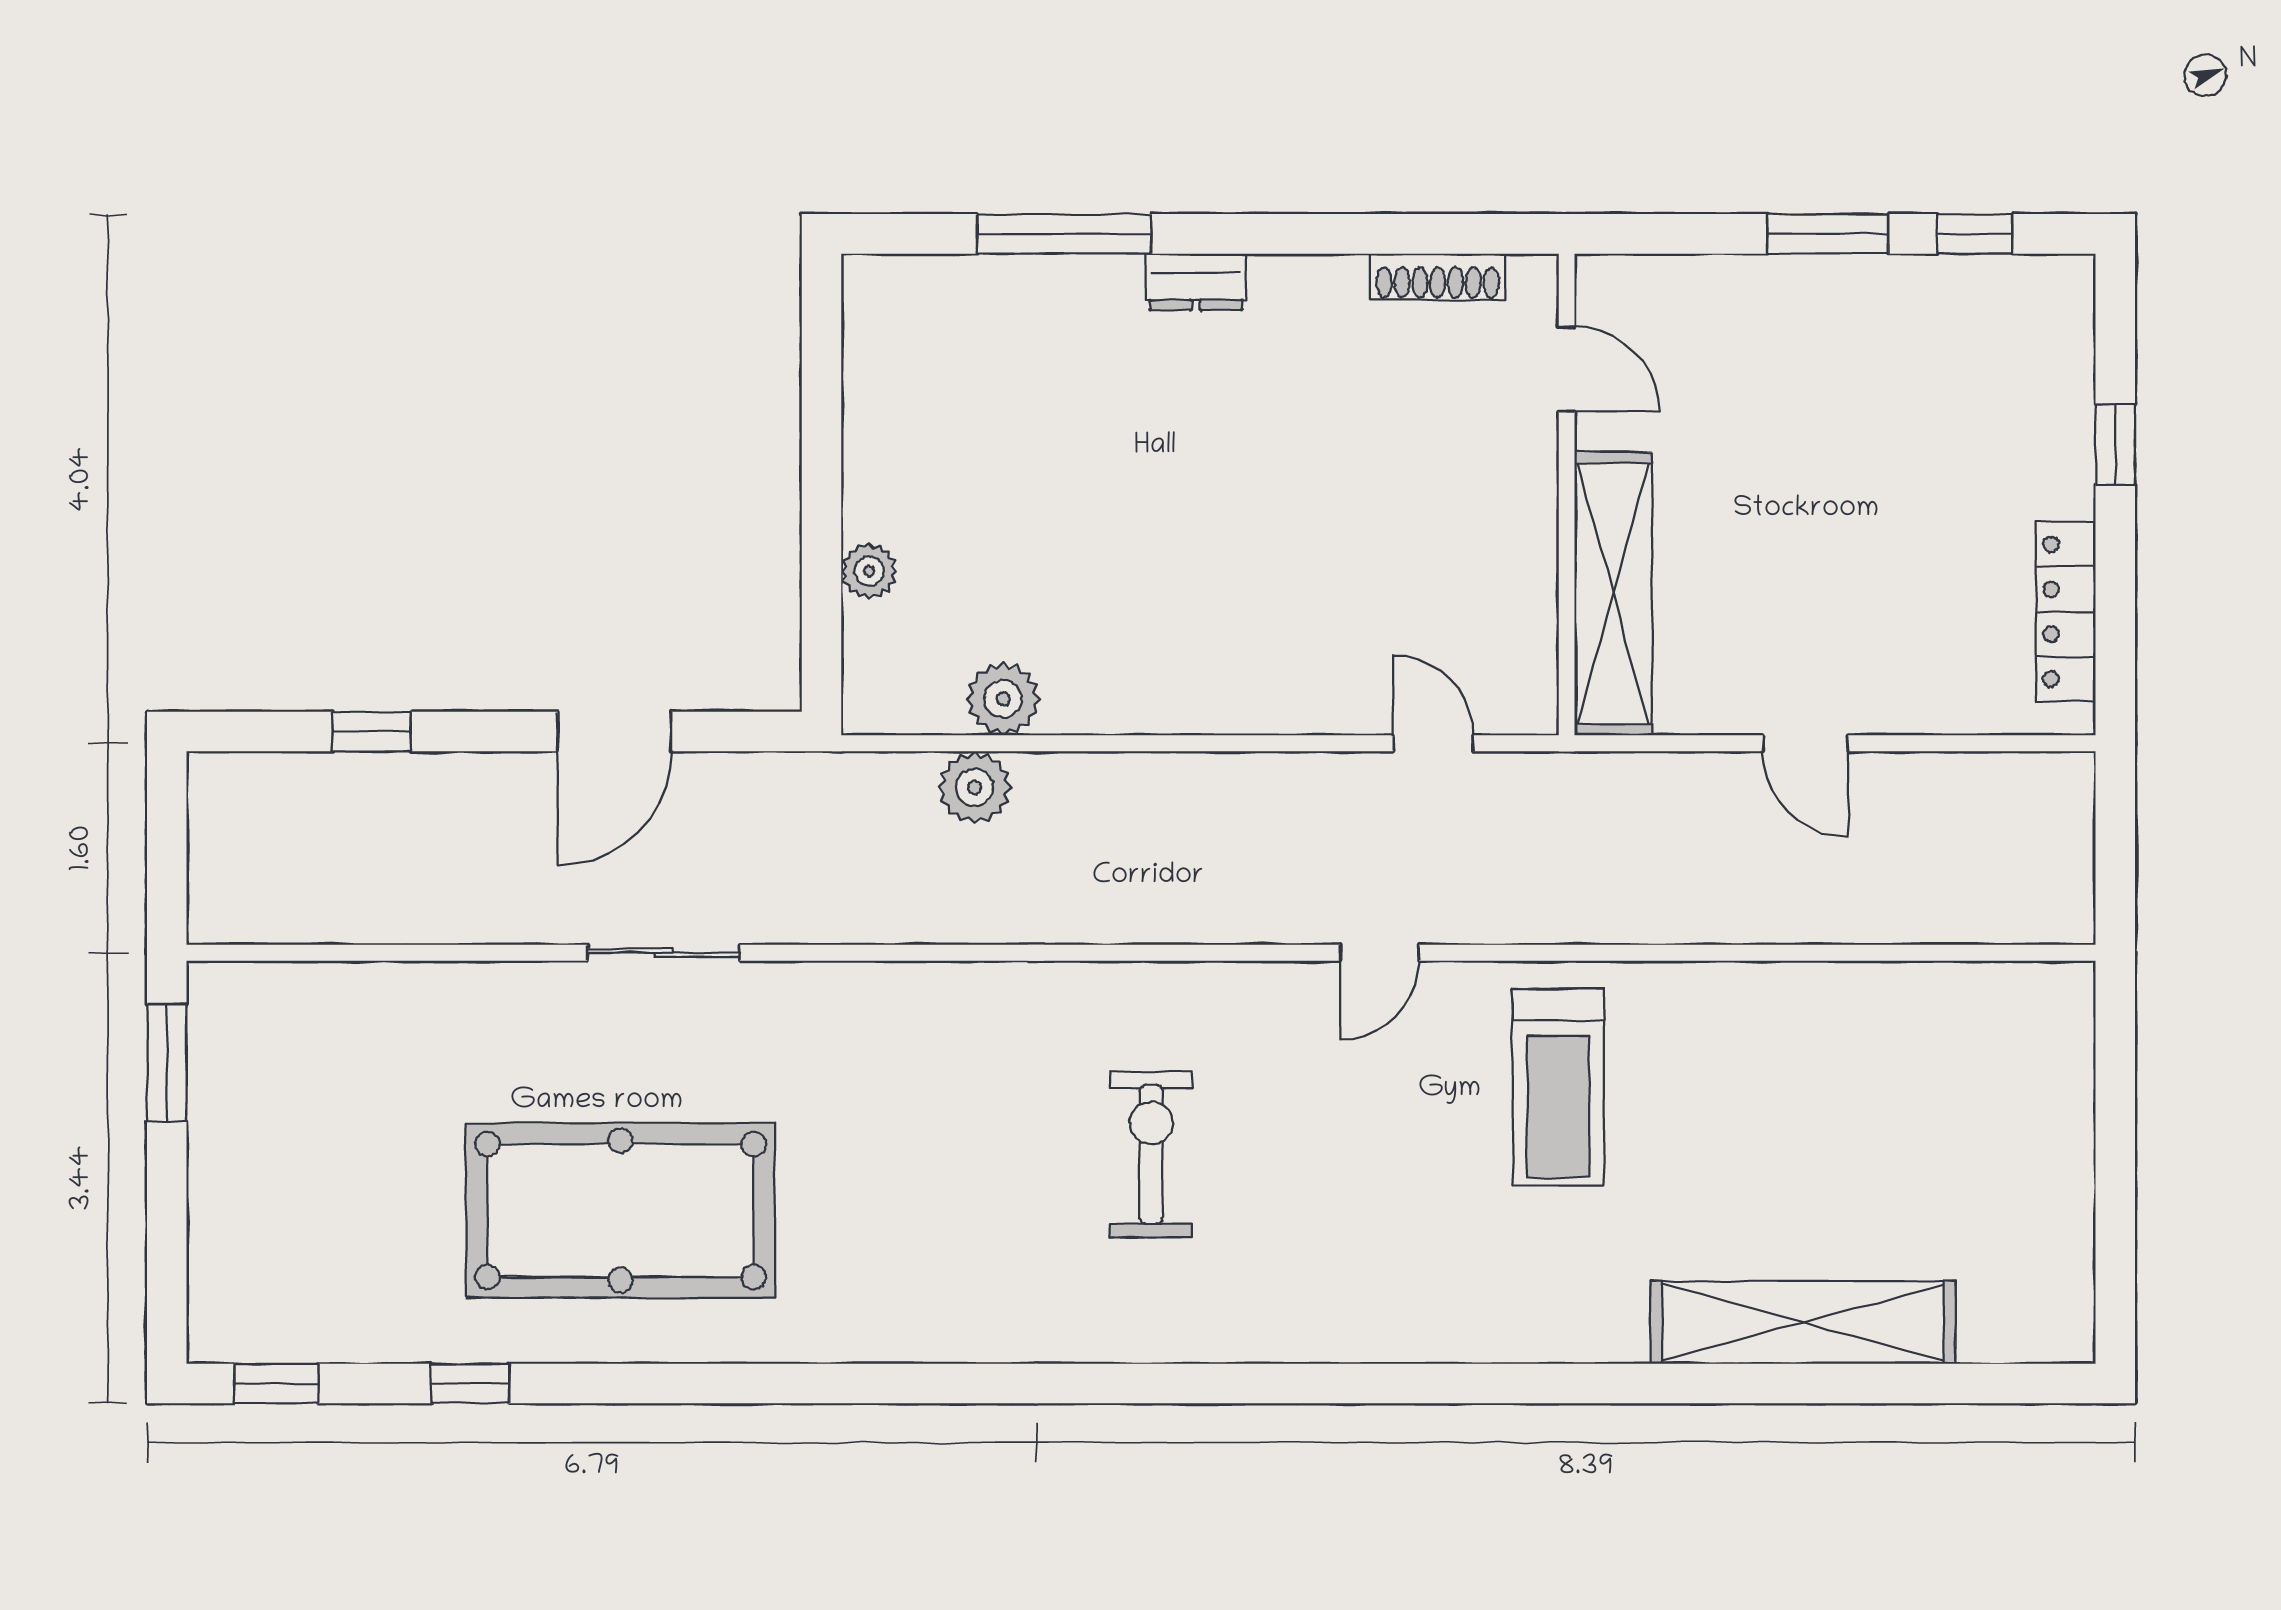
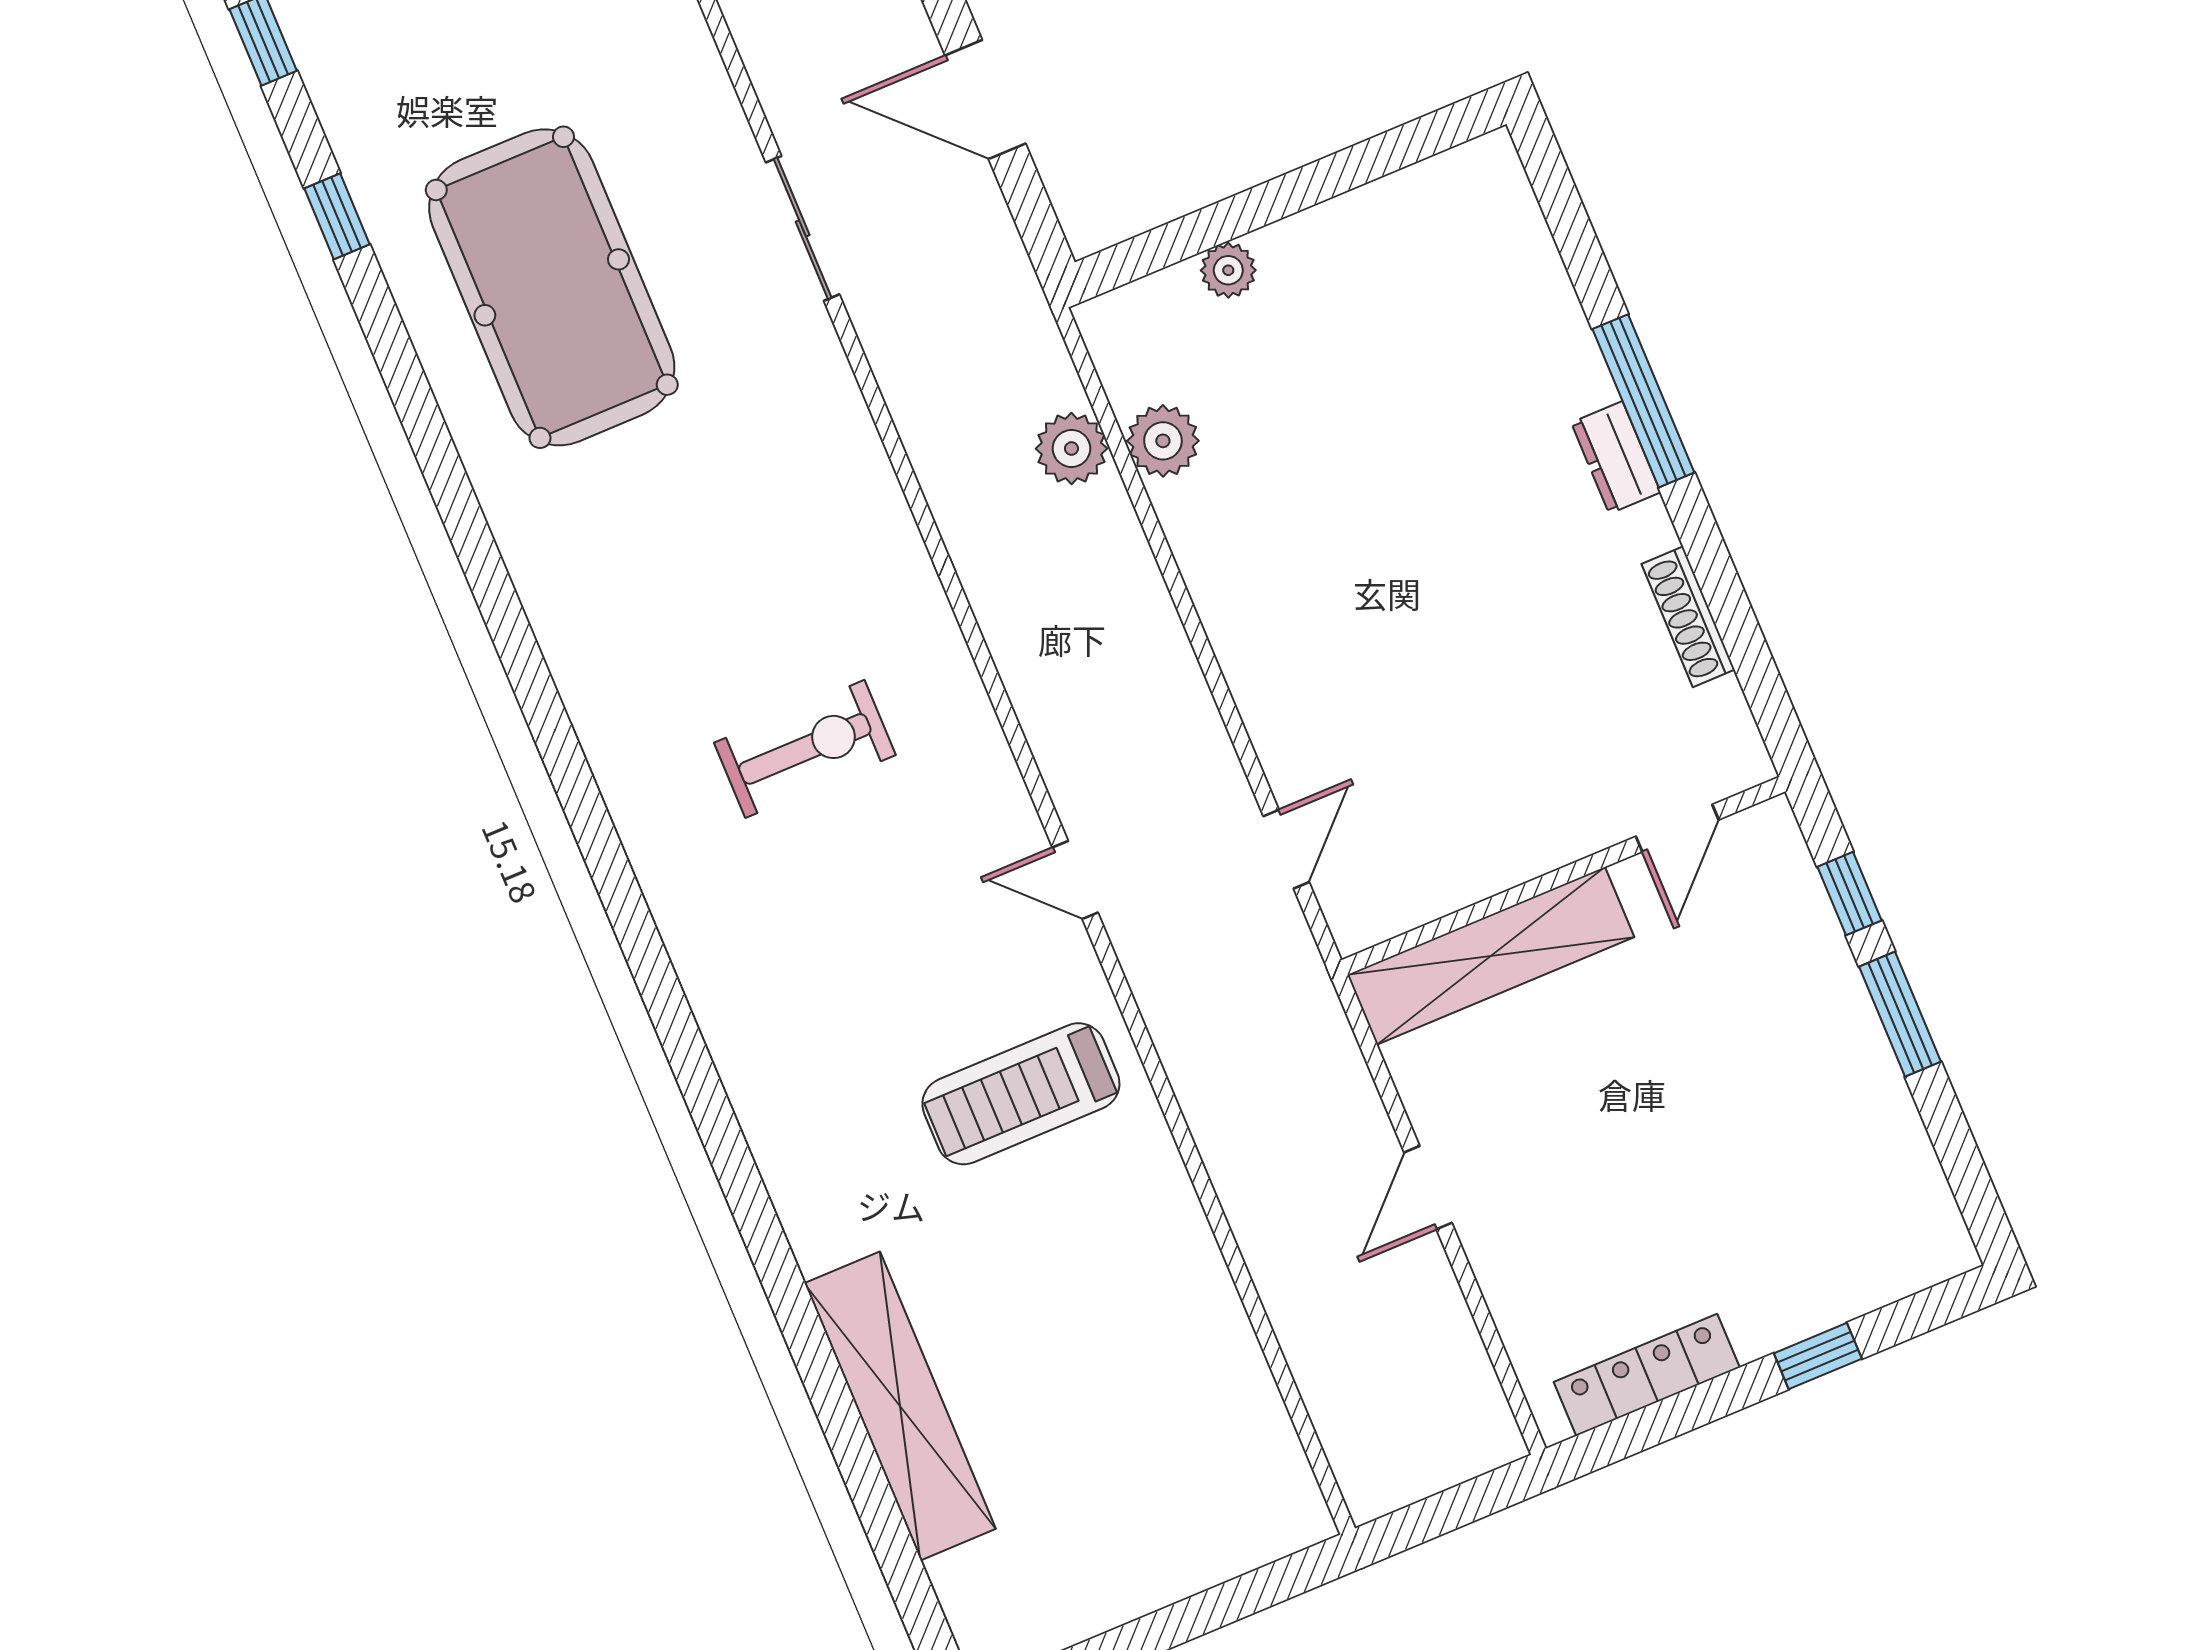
window: (1064, 234) -> (1643, 401), moved
window: (1975, 234) -> (1850, 894), moved
shoe rack: (1438, 277) -> (1688, 617), moved

